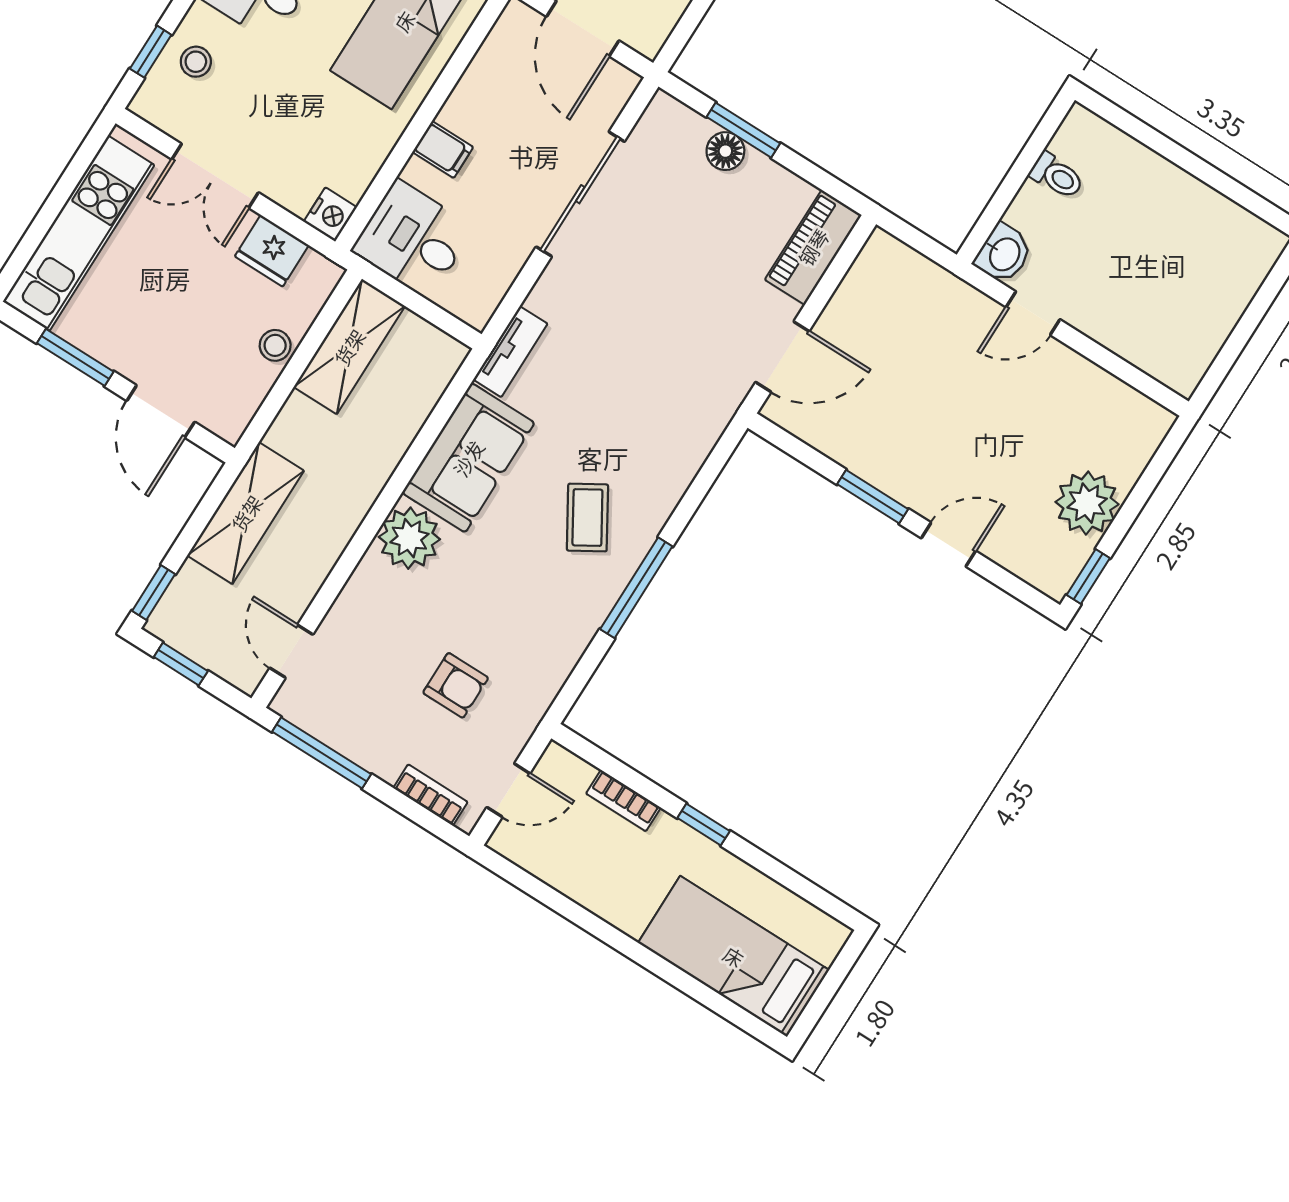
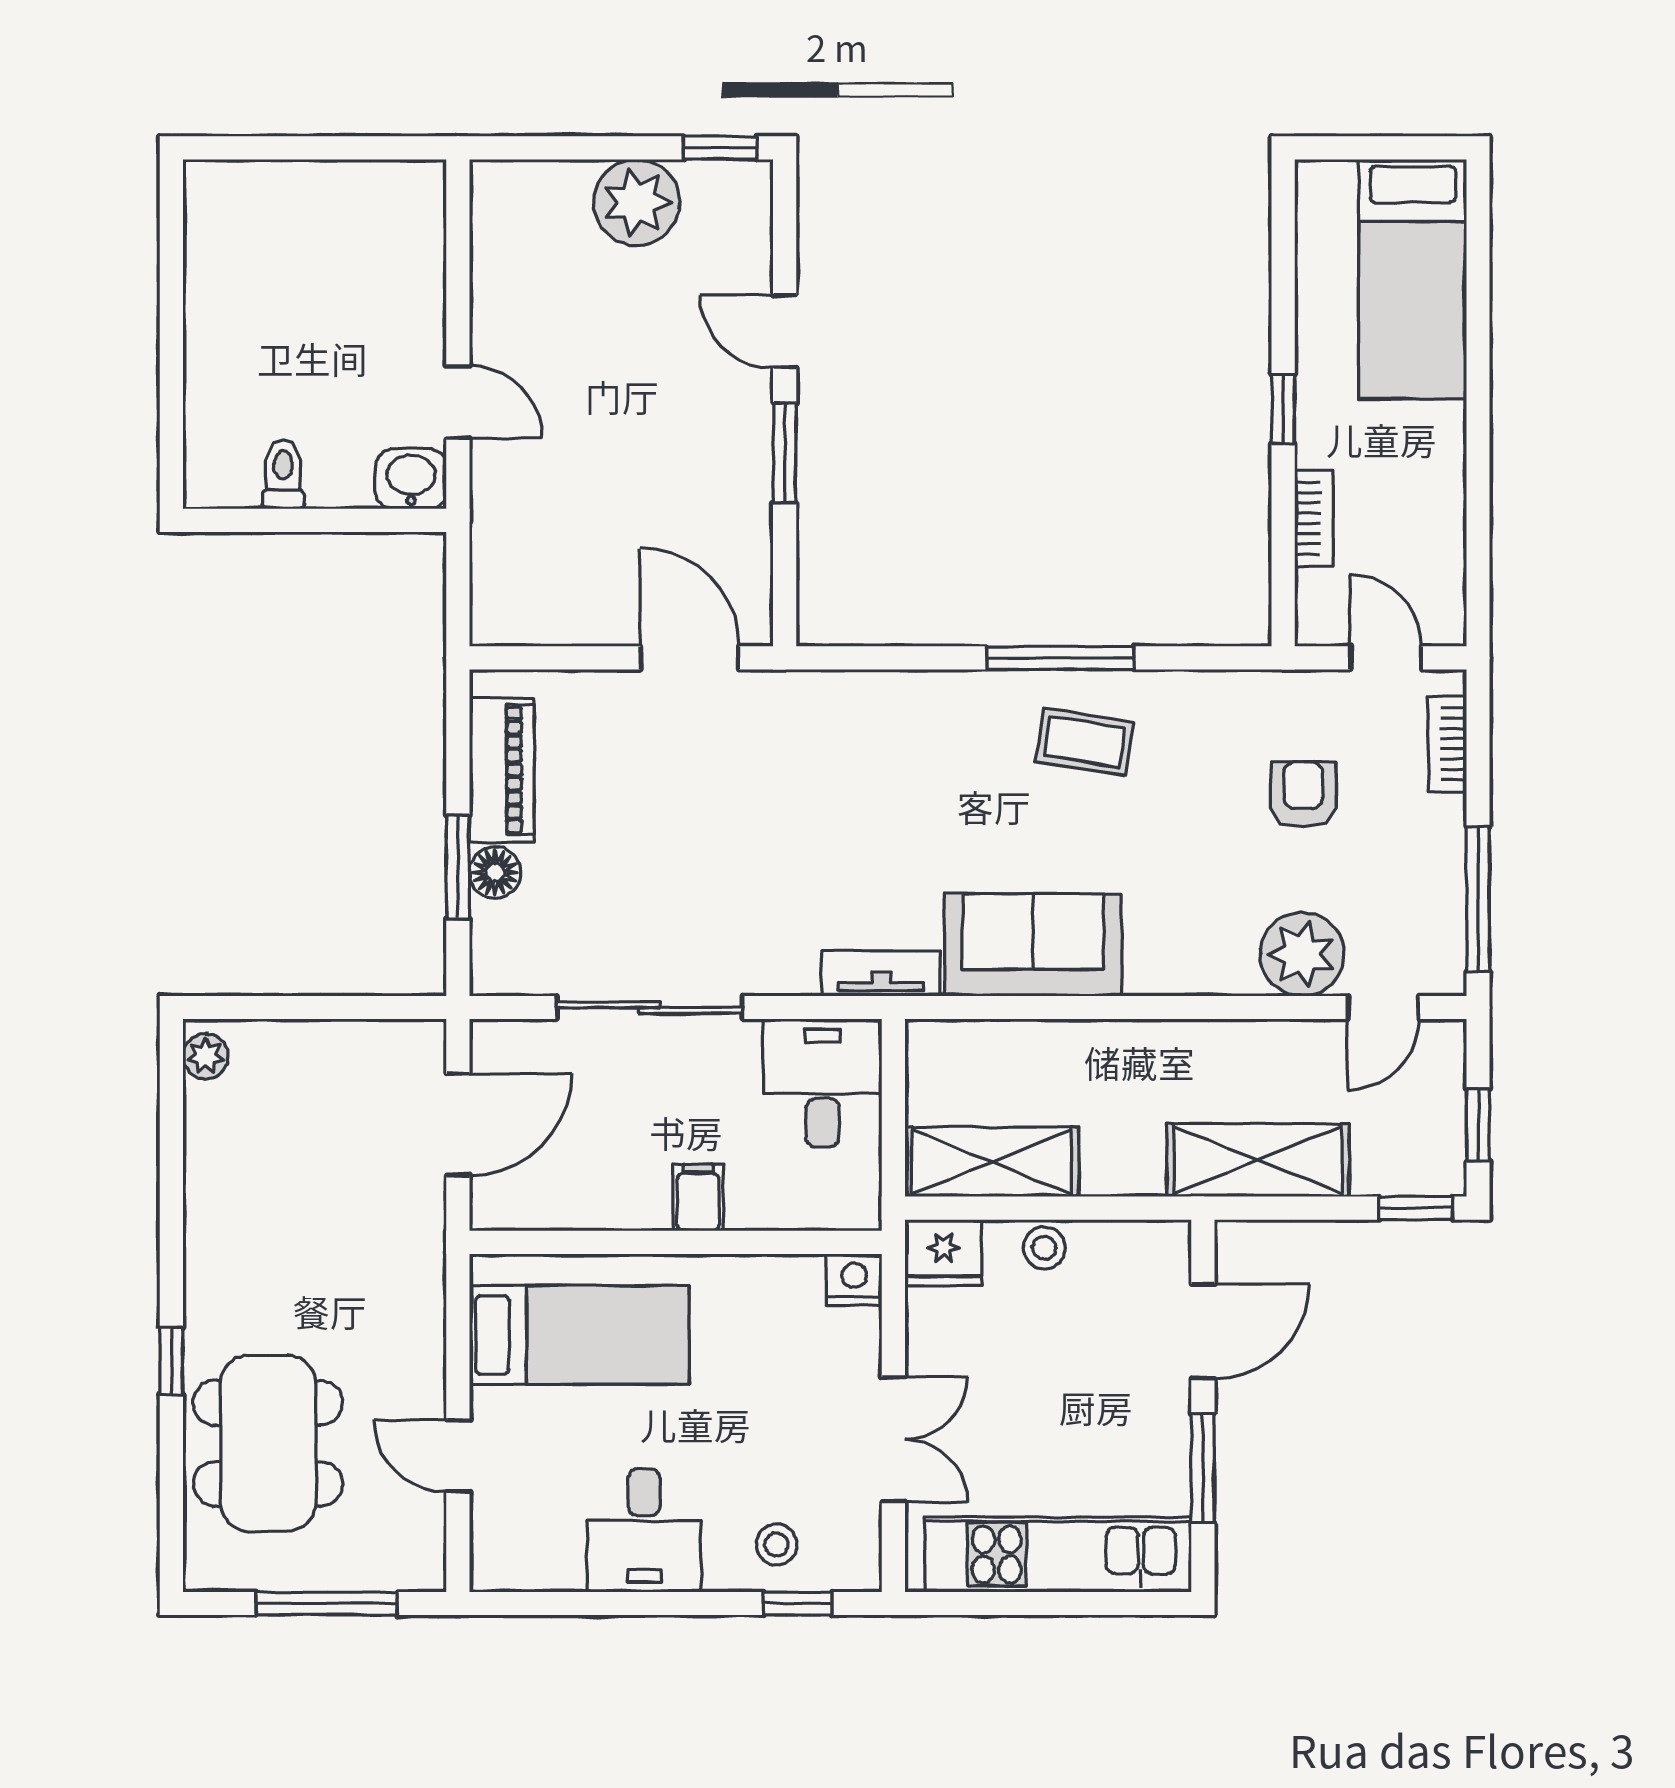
desk: (413, 239) -> (823, 1083), moved, turned 180
piano: (813, 247) -> (502, 770), moved, turned -90
fridge: (272, 251) -> (944, 1253), moved, turned 90
coffee table: (587, 518) -> (1084, 742), moved, turned 40
plant: (409, 538) -> (1302, 954), moved

